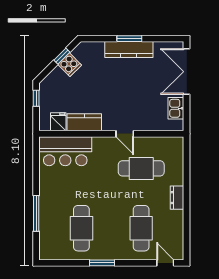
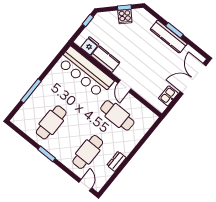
bar counter: (65, 151) -> (85, 72), width x1.36
dresser: (177, 198) -> (116, 161), moved

